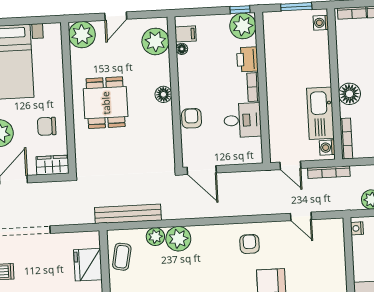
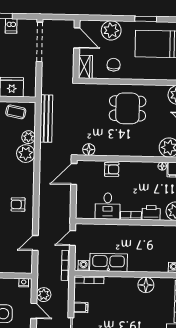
floor lamp: (163, 94) -> (89, 150), moved
floor lamp: (349, 94) -> (146, 285), moved
armchair: (249, 244) -> (18, 204), turned 180

